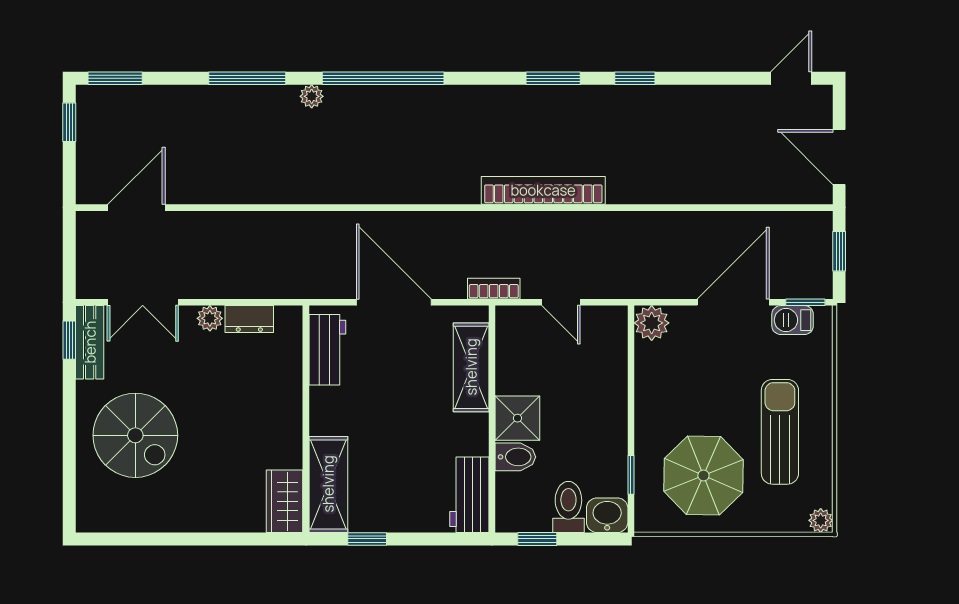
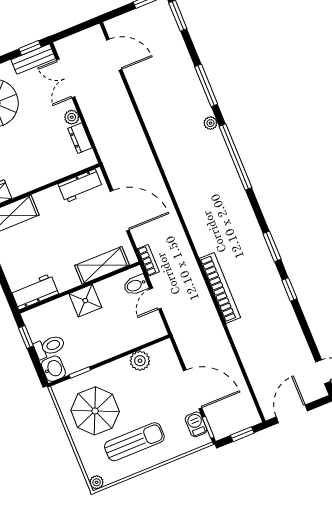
bookcase: (543, 190) -> (220, 288), moved
door: (394, 302) -> (120, 211), hinge flipped
plant: (652, 323) -> (140, 361), moved
bidet: (515, 457) -> (136, 285), moved, turned 90

